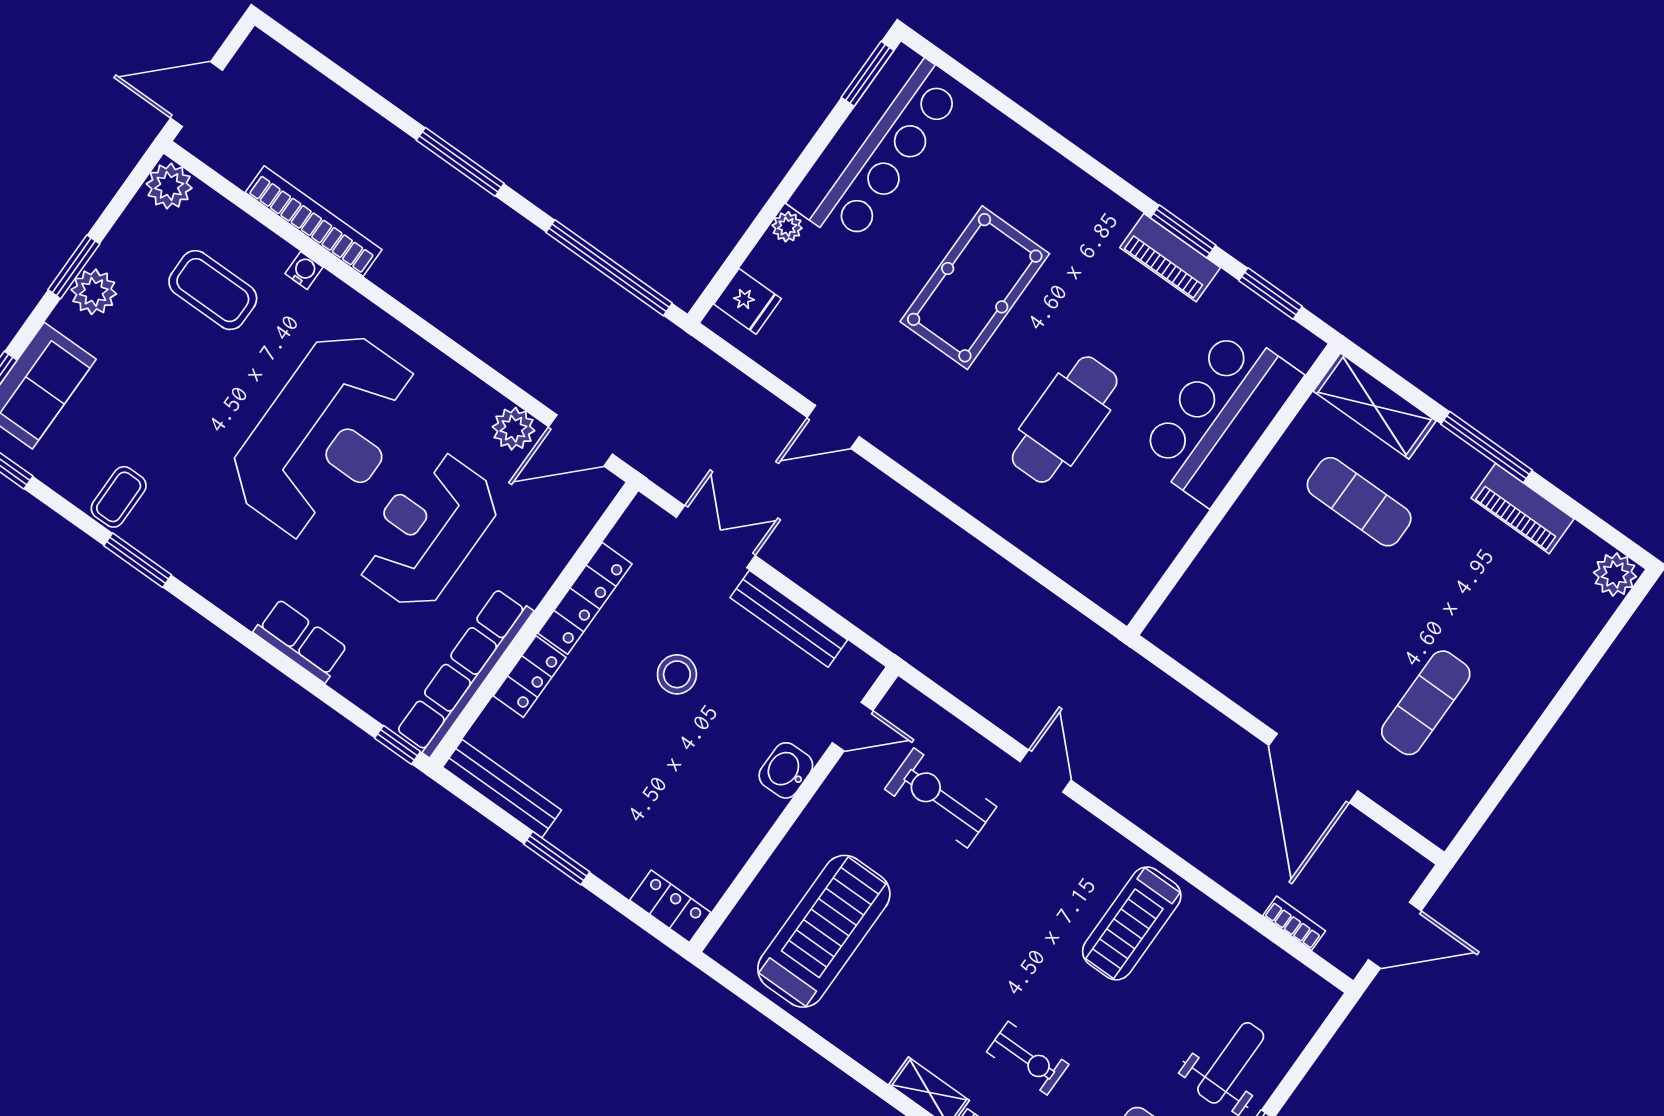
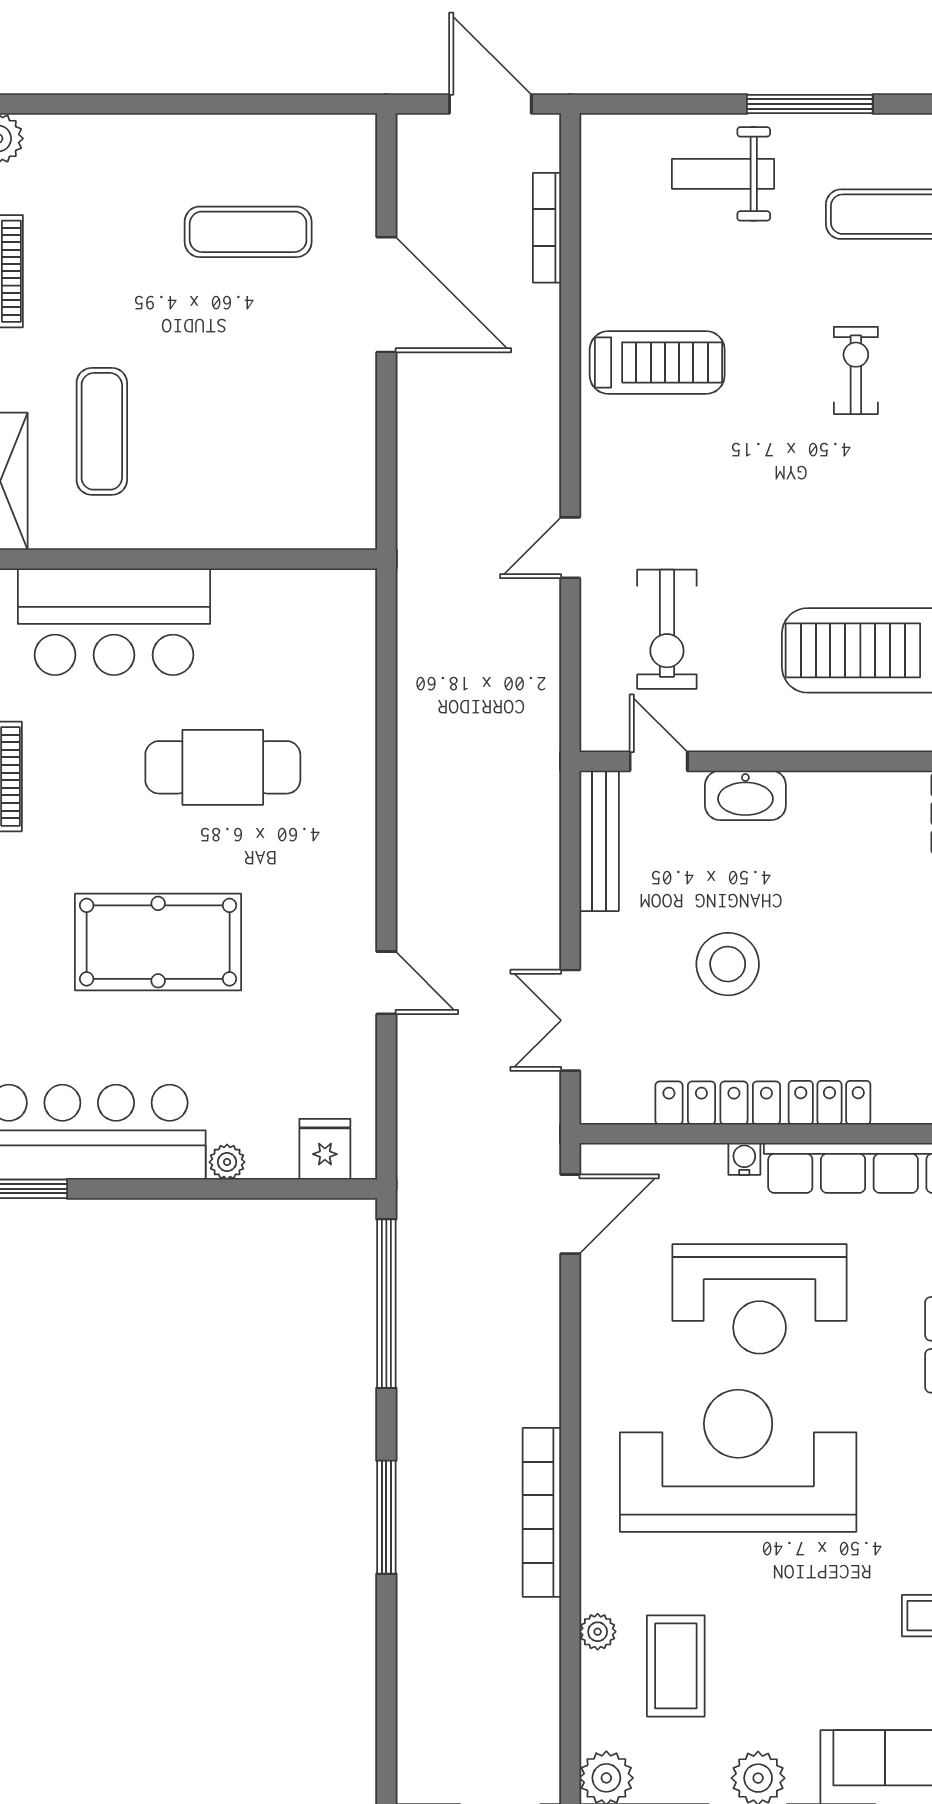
bookcase: (314, 221) -> (542, 1512), moved
water cooler: (304, 270) -> (744, 1159), moved, turned 90
plant: (514, 429) -> (598, 1632), moved, width x0.73, depth x0.73
door: (580, 440) -> (570, 1214), hinge flipped
bench: (789, 619) -> (599, 841), moved
stool: (677, 674) -> (728, 964), width x1.38, depth x1.38
door: (1313, 768) -> (386, 295), hinge flipped
washbasin: (786, 770) -> (745, 795), width x1.38
bookcase: (1294, 923) -> (547, 228), width x1.56

